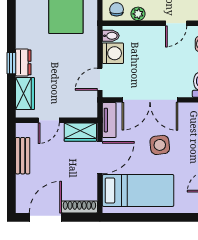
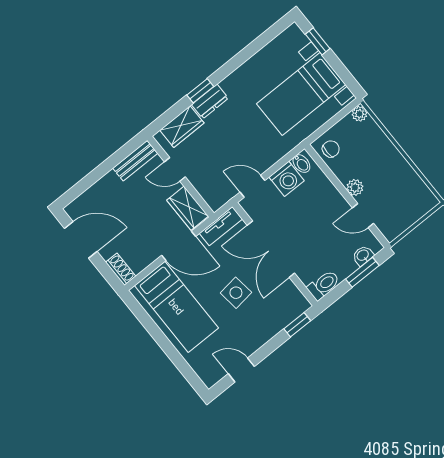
plant: (138, 14) -> (355, 187), moved
bench: (23, 156) -> (135, 161), moved
shoe rack: (79, 207) -> (121, 269), width x0.70

